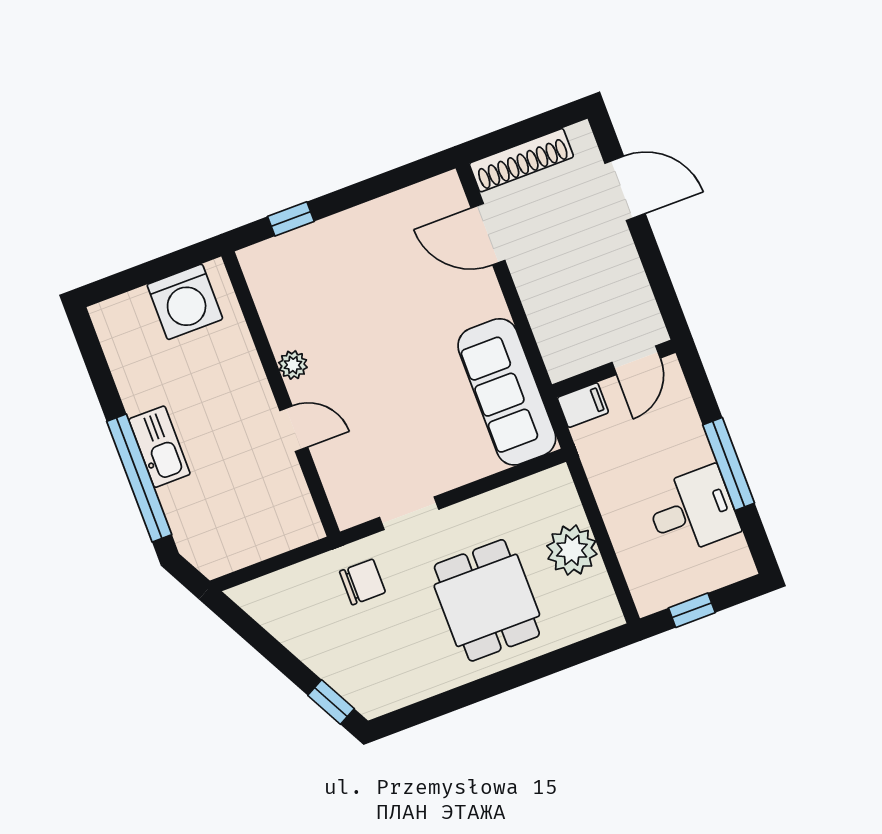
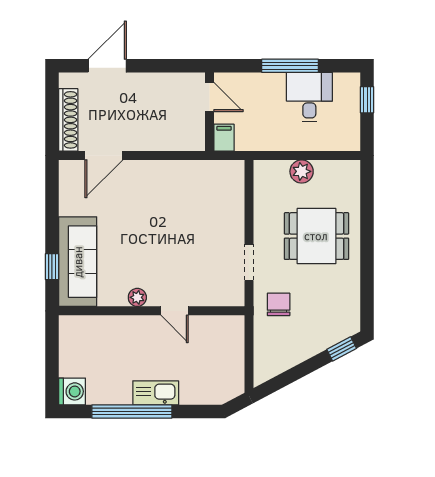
washing machine: (185, 302) -> (72, 391), moved, width x0.73, depth x0.73
sofa: (507, 392) -> (78, 262), moved, turned -90
door: (294, 429) -> (175, 311), swing flipped
window: (139, 478) -> (132, 411), moved
plant: (572, 550) -> (302, 171), width x0.73, depth x0.73
window: (692, 610) -> (367, 100), moved

